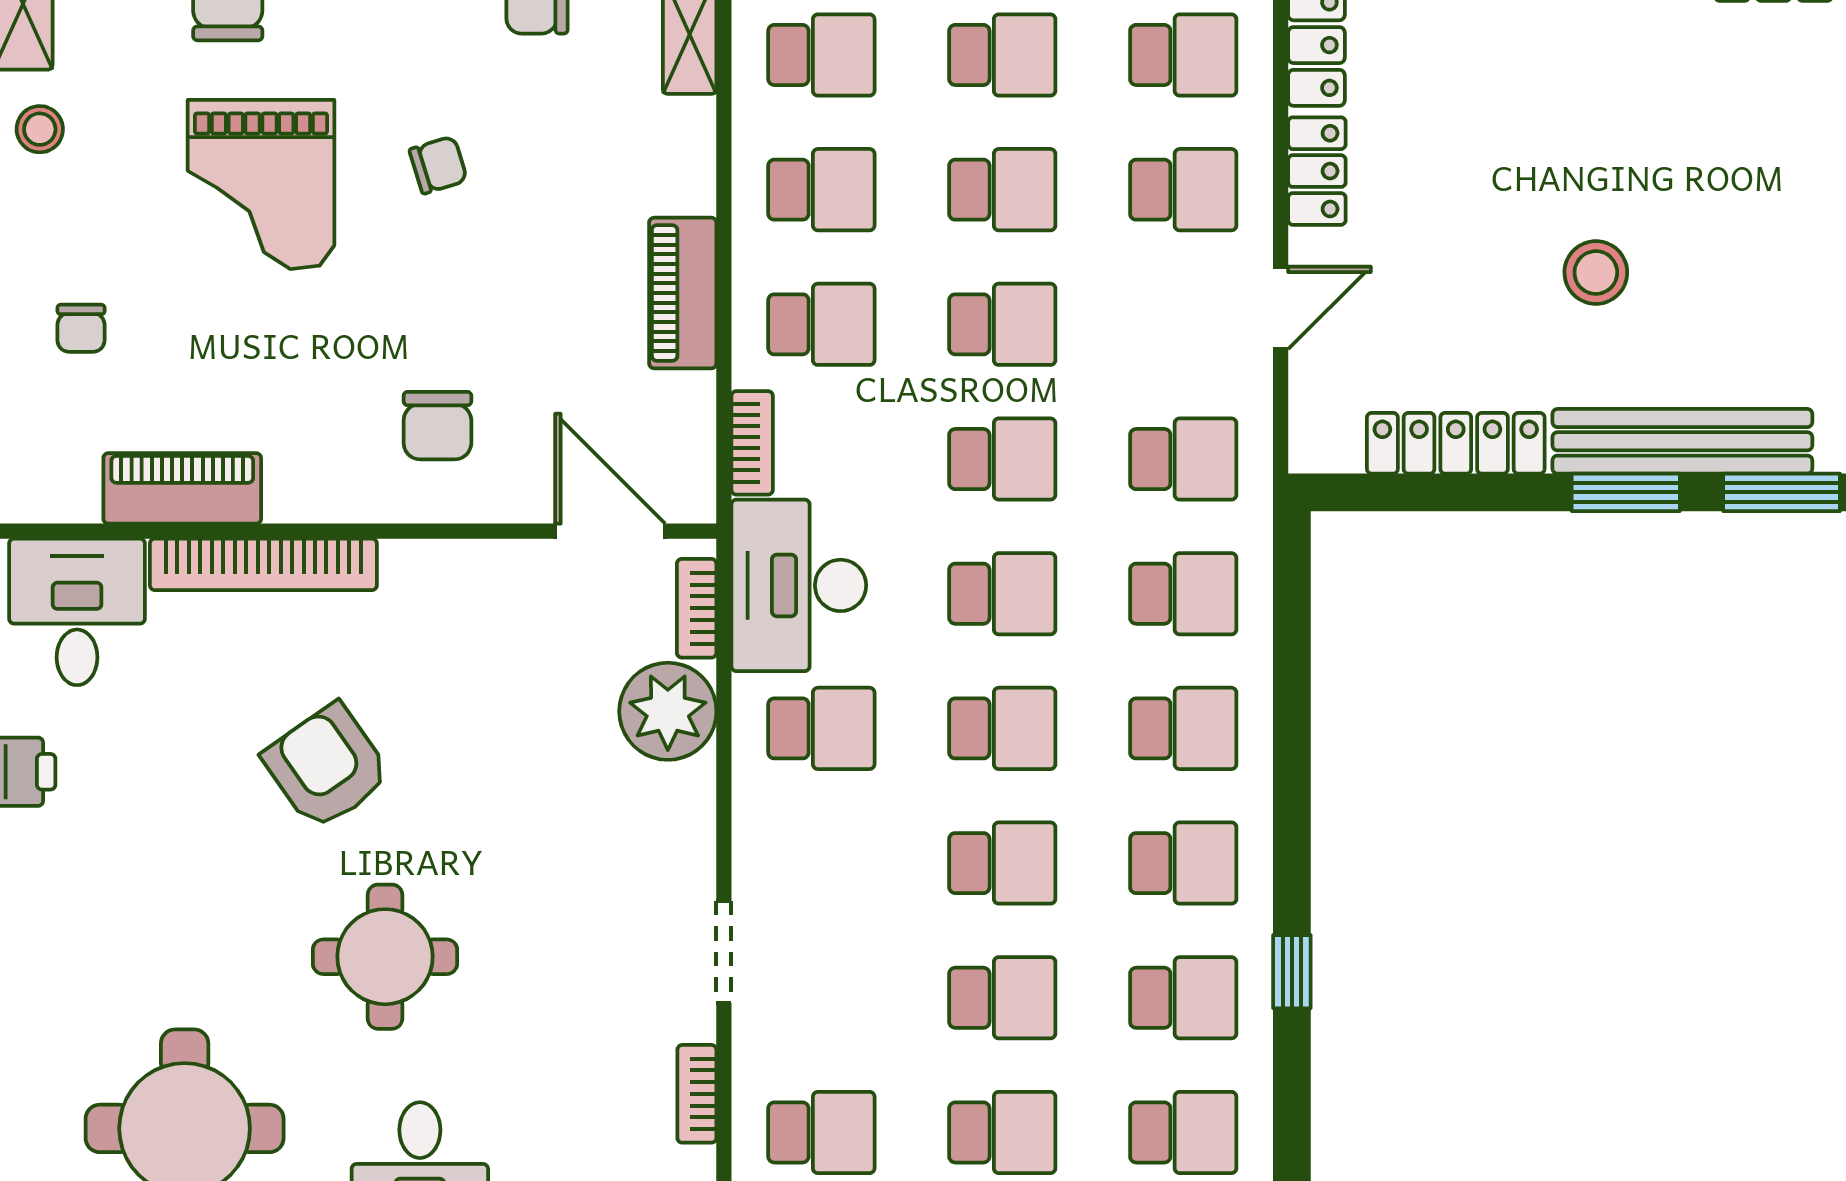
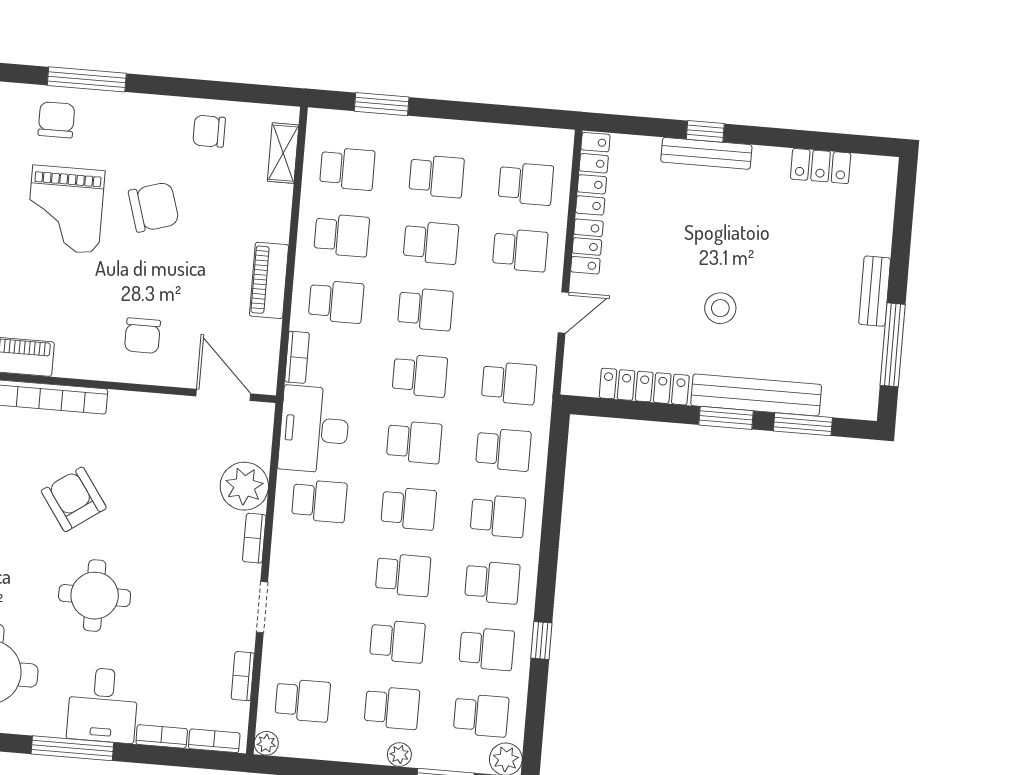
chair: (438, 165) -> (154, 207), width x1.87, depth x1.87
bookcase: (697, 608) -> (254, 538), moved

